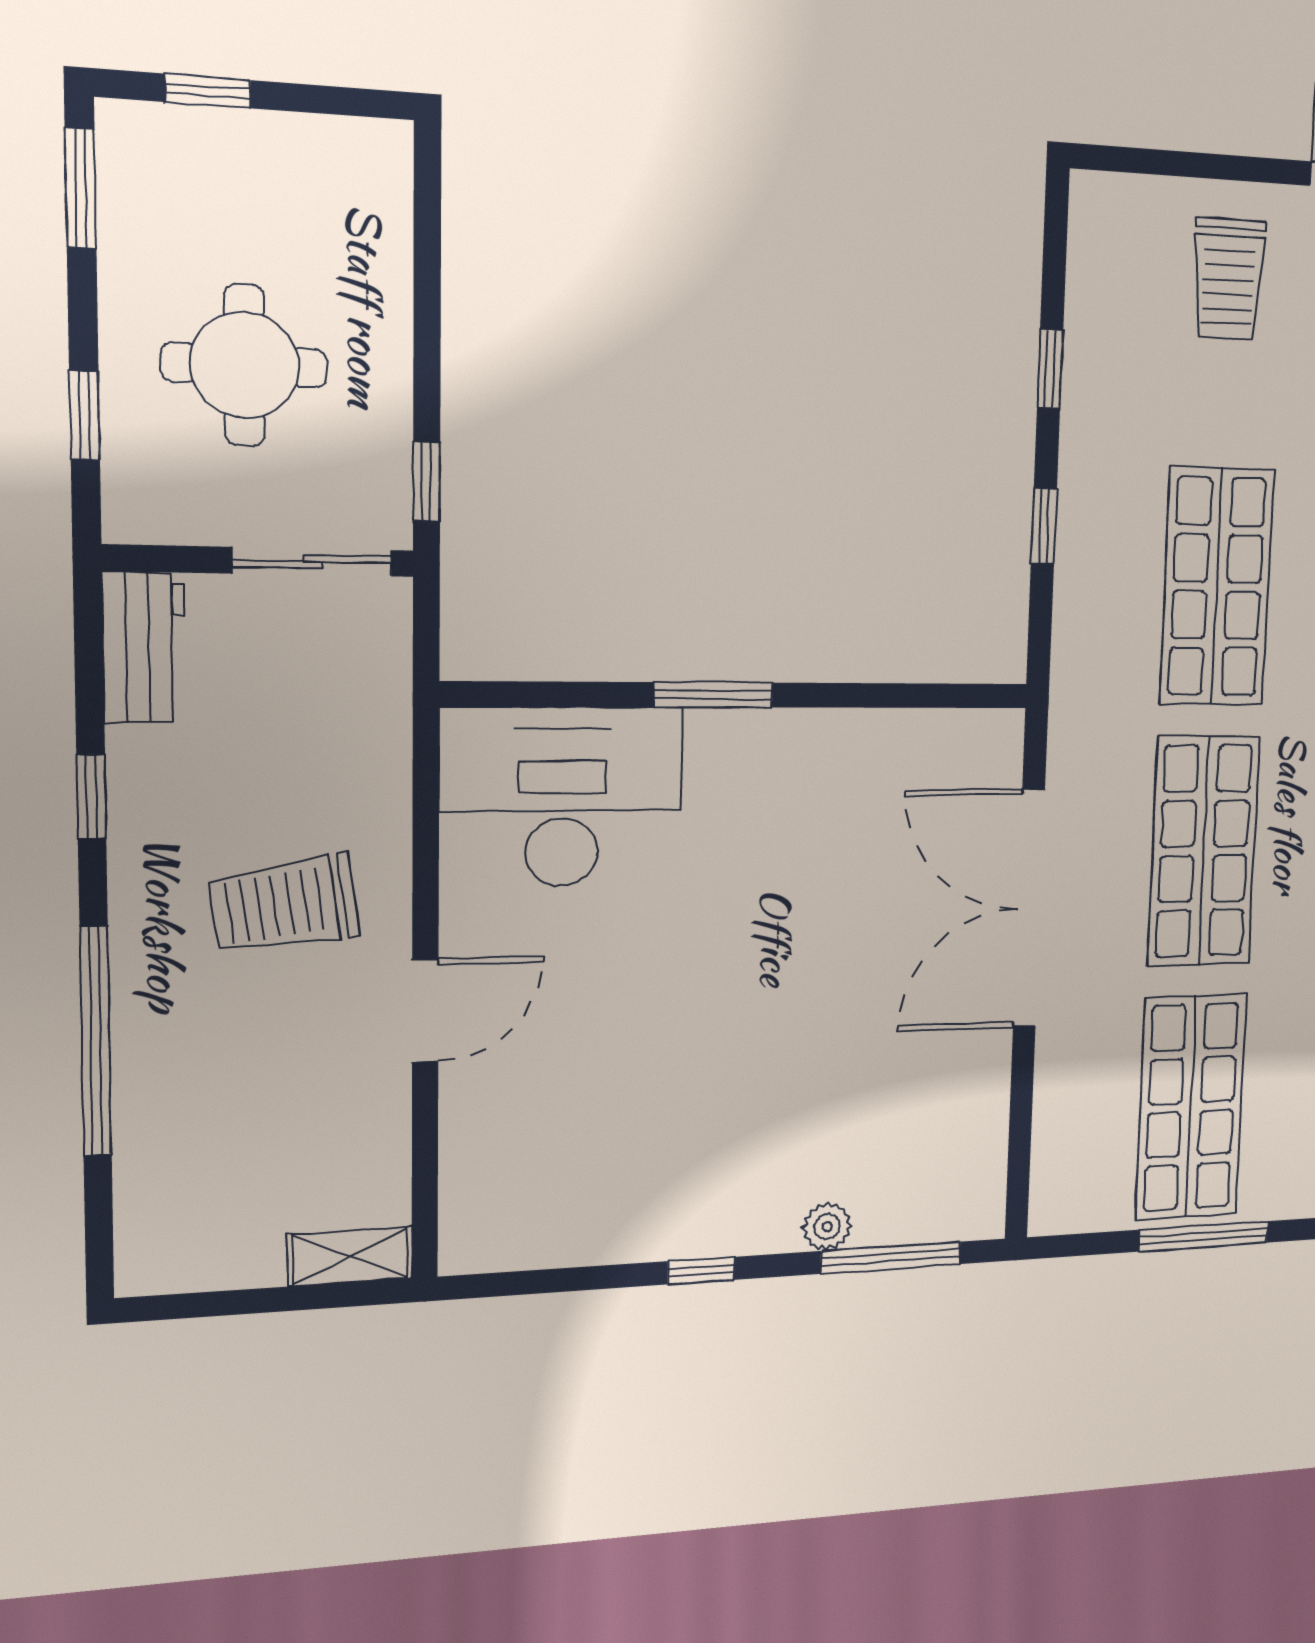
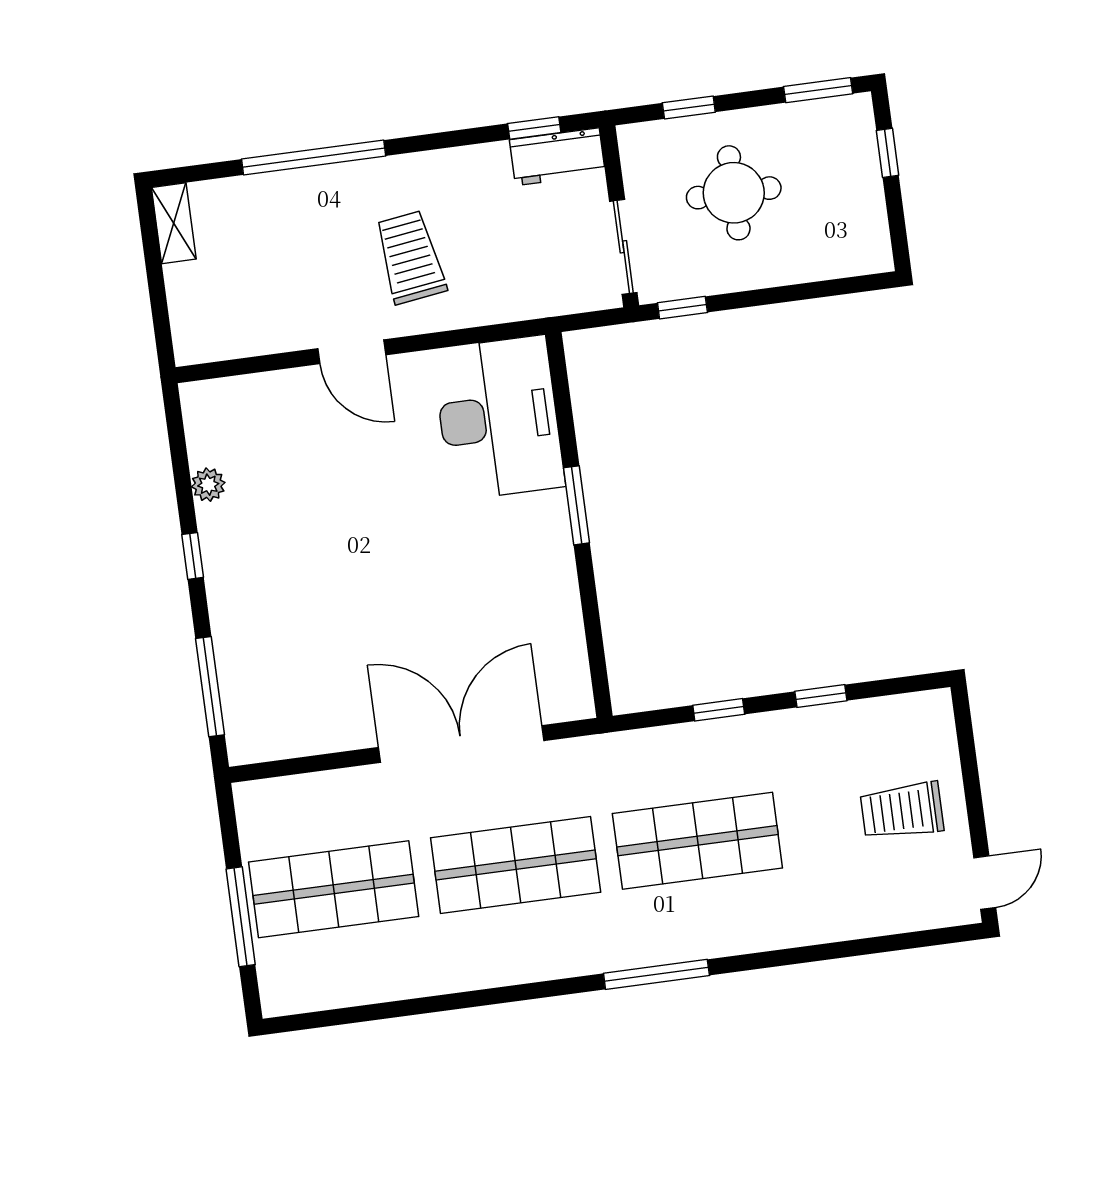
window: (91, 797) -> (534, 128), moved
plant: (827, 1227) -> (208, 485), moved
shelving: (350, 1256) -> (174, 223), moved

